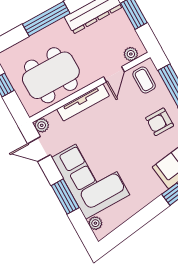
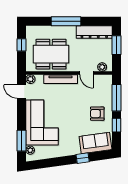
door: (114, 74) -> (87, 73), hinge flipped
coffee table: (144, 80) -> (101, 86), removed
window: (65, 197) -> (22, 141), moved

